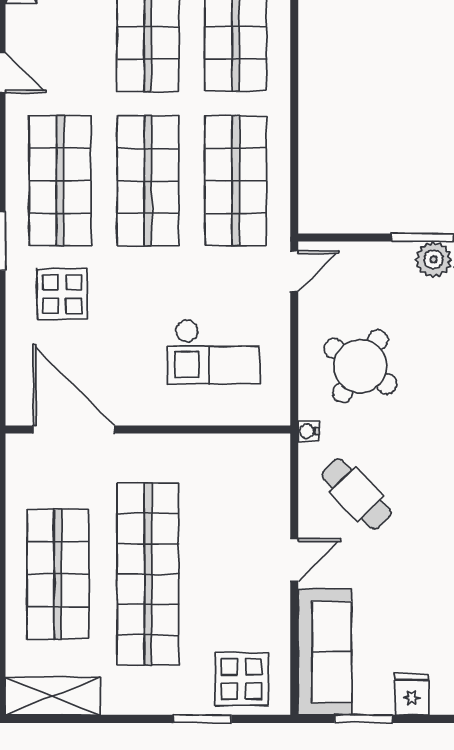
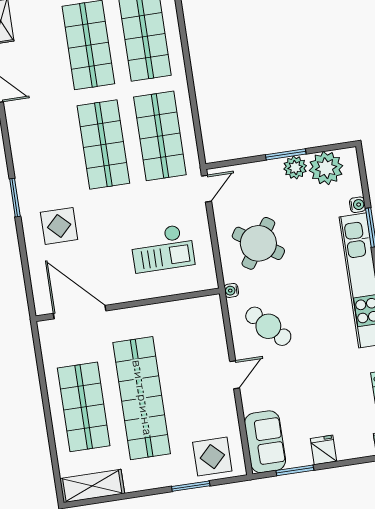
shop shelf: (60, 181) -> (47, 153), removed
sofa: (325, 652) -> (265, 442), width x0.73

